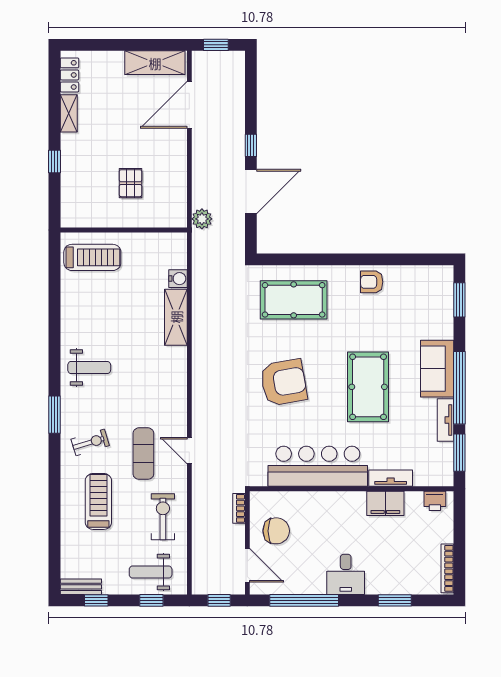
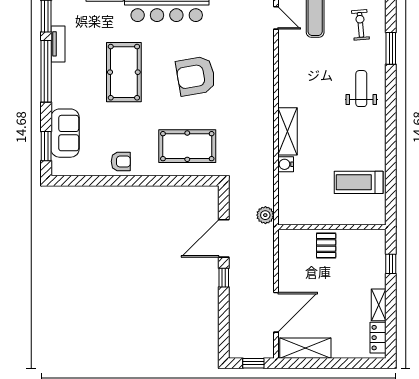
wall: (124, 230) -> (332, 227), moved
weight bench: (89, 367) -> (361, 89), turned 90
sofa: (437, 369) -> (65, 133), moved
exercise bike: (90, 442) -> (360, 25), turned 102

